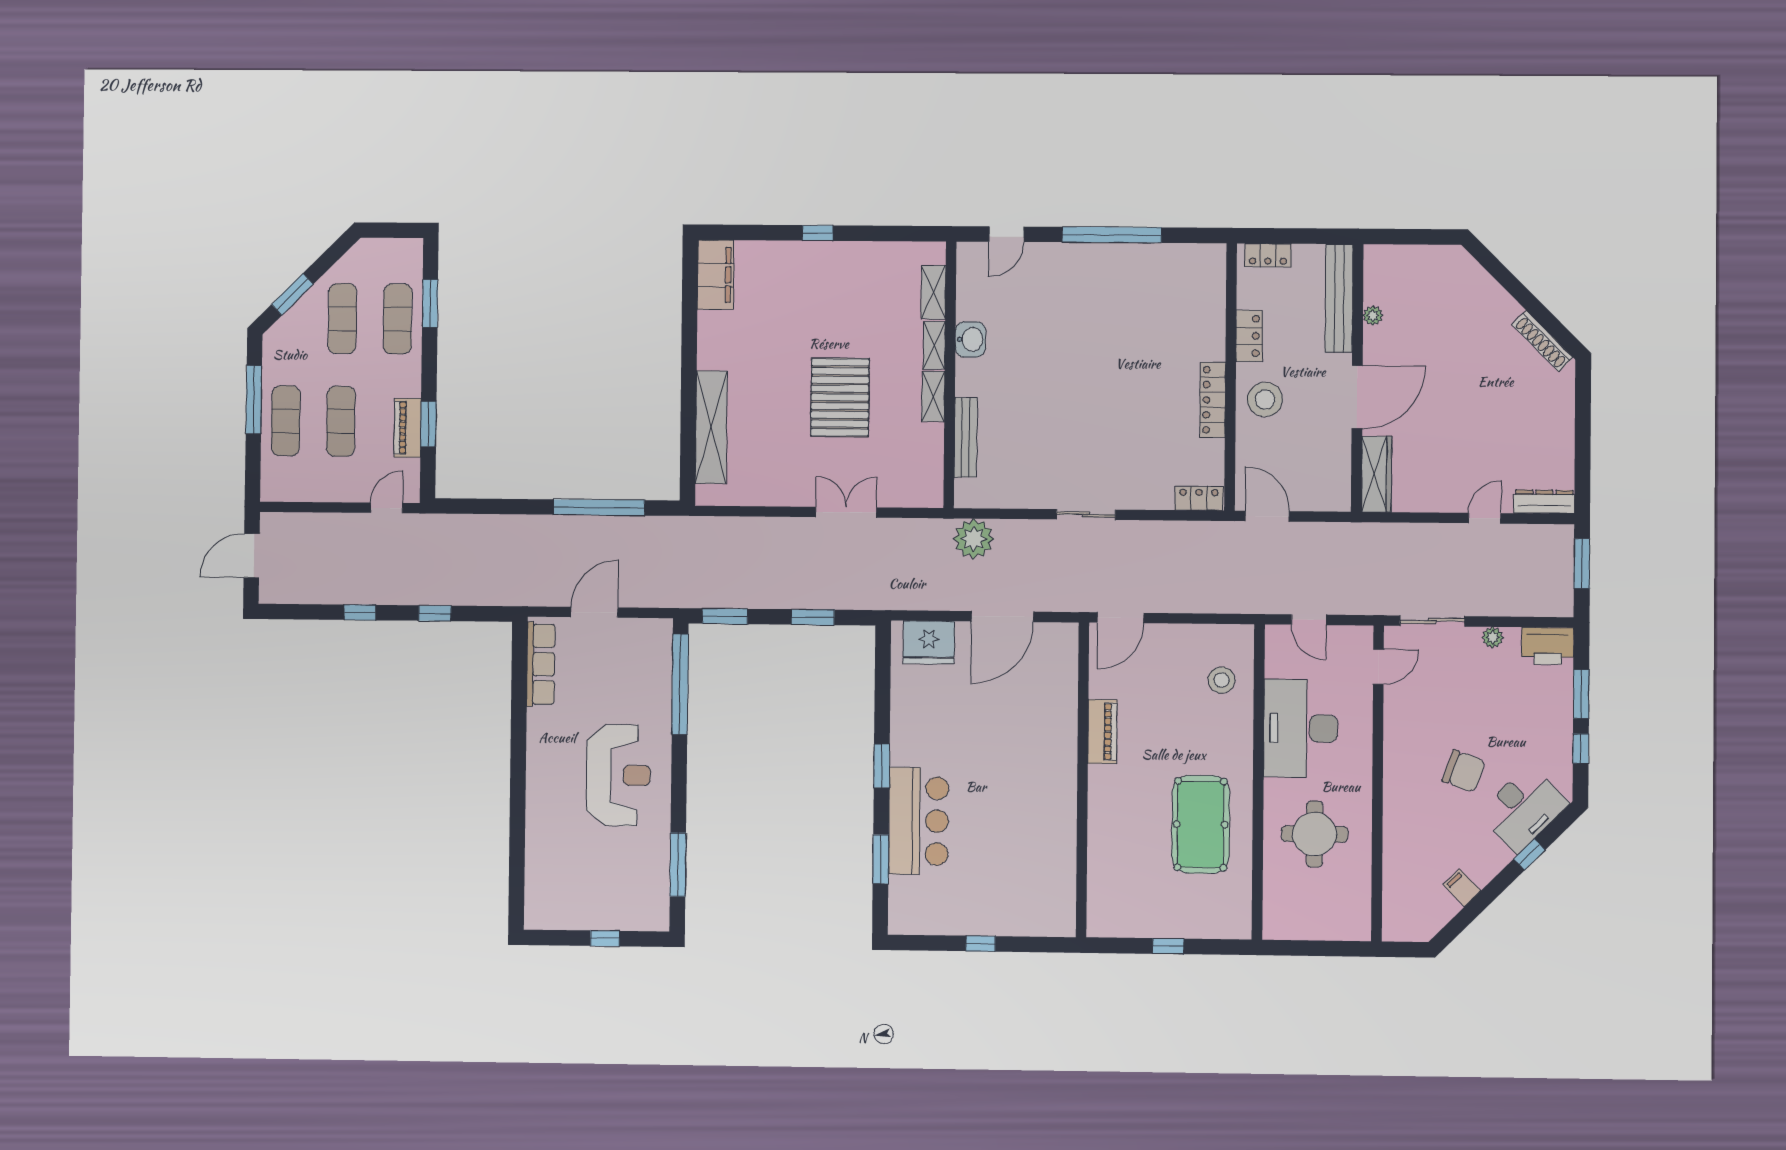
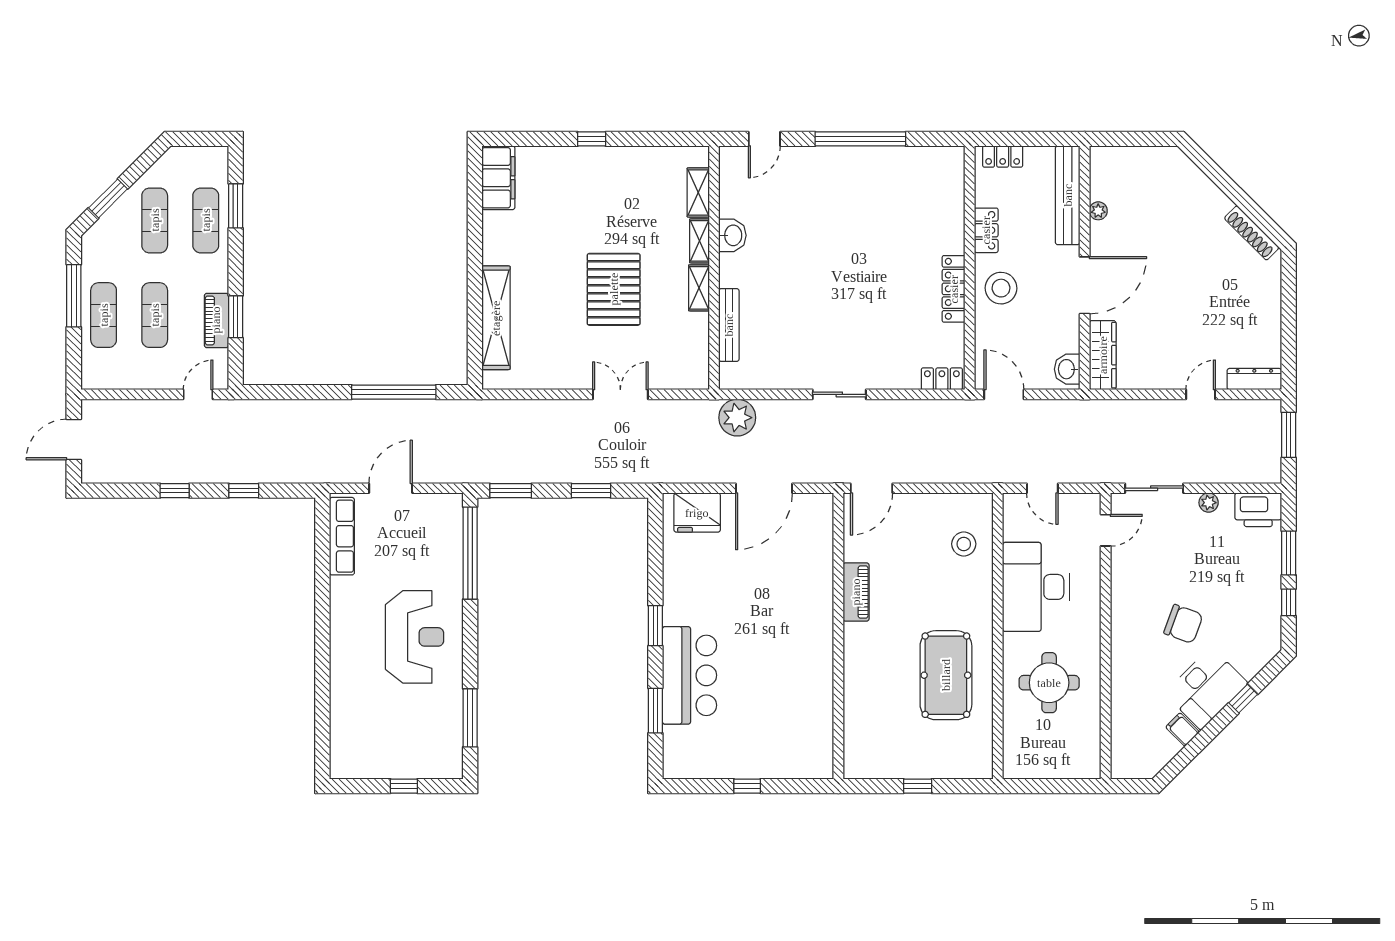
washbasin: (1337, 489) -> (1067, 369), added
desk: (1523, 808) -> (1206, 688), moved

